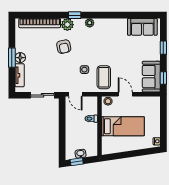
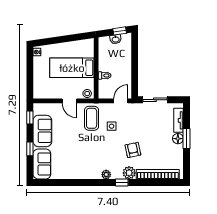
sofa: (142, 27) -> (42, 164), moved, turned 90
sofa: (151, 77) -> (42, 131), moved
door: (75, 94) -> (121, 101), hinge flipped

